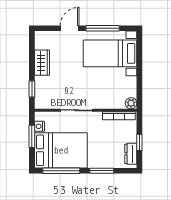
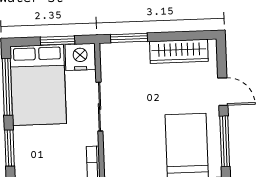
wardrobe: (42, 63) -> (179, 51), width x1.50
window: (32, 89) -> (129, 38), width x1.50
nightstand: (39, 126) -> (80, 57), width x1.89, depth x1.79

